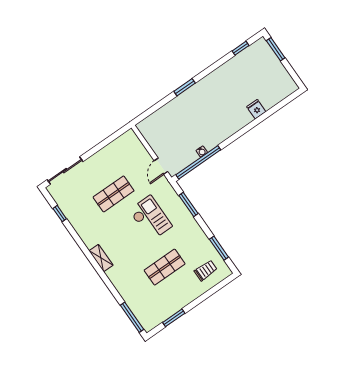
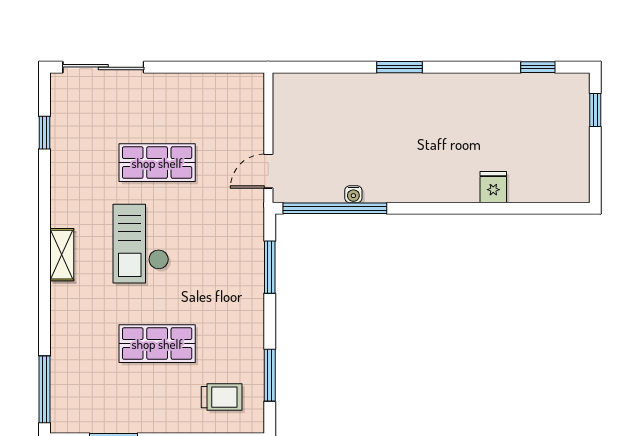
window: (276, 49) -> (595, 110), width x0.67
checkout: (150, 218) -> (141, 244), moved, turned 180

